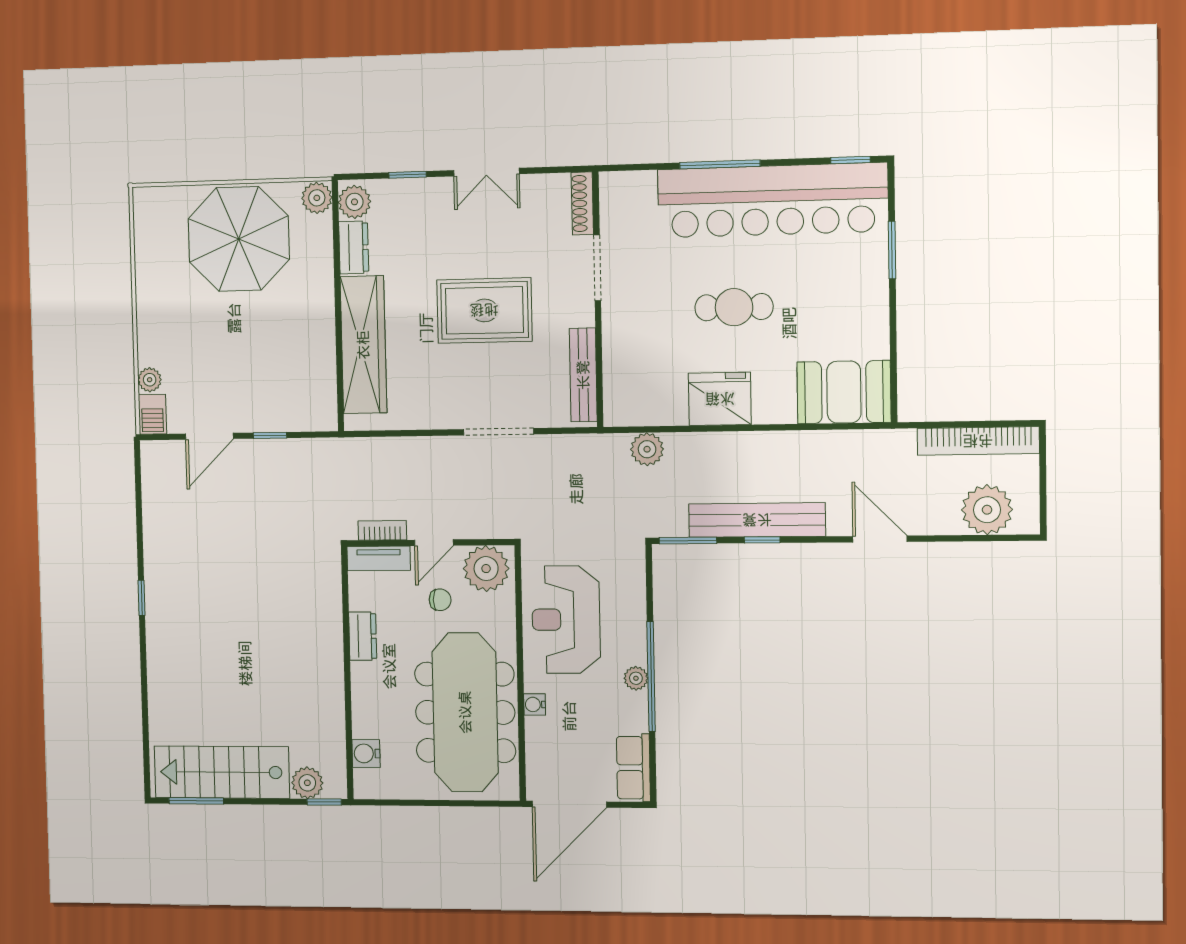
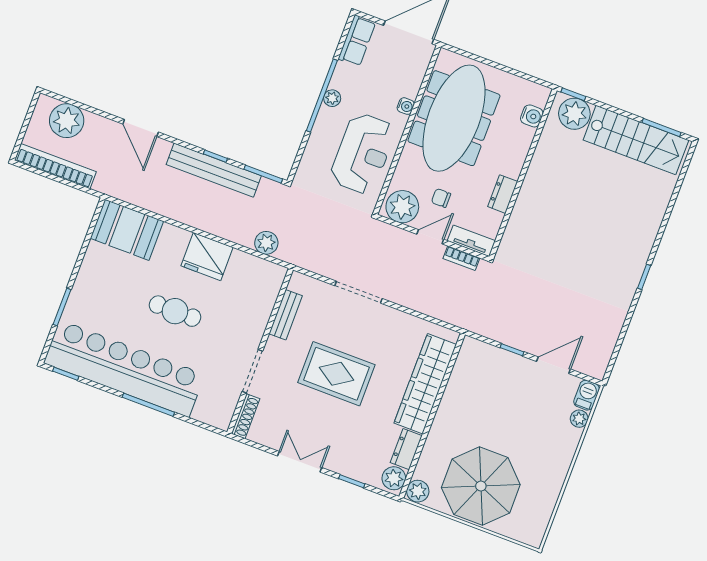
bench: (583, 375) -> (286, 315), width x0.73
plant: (307, 783) -> (574, 114), width x1.36, depth x1.36

